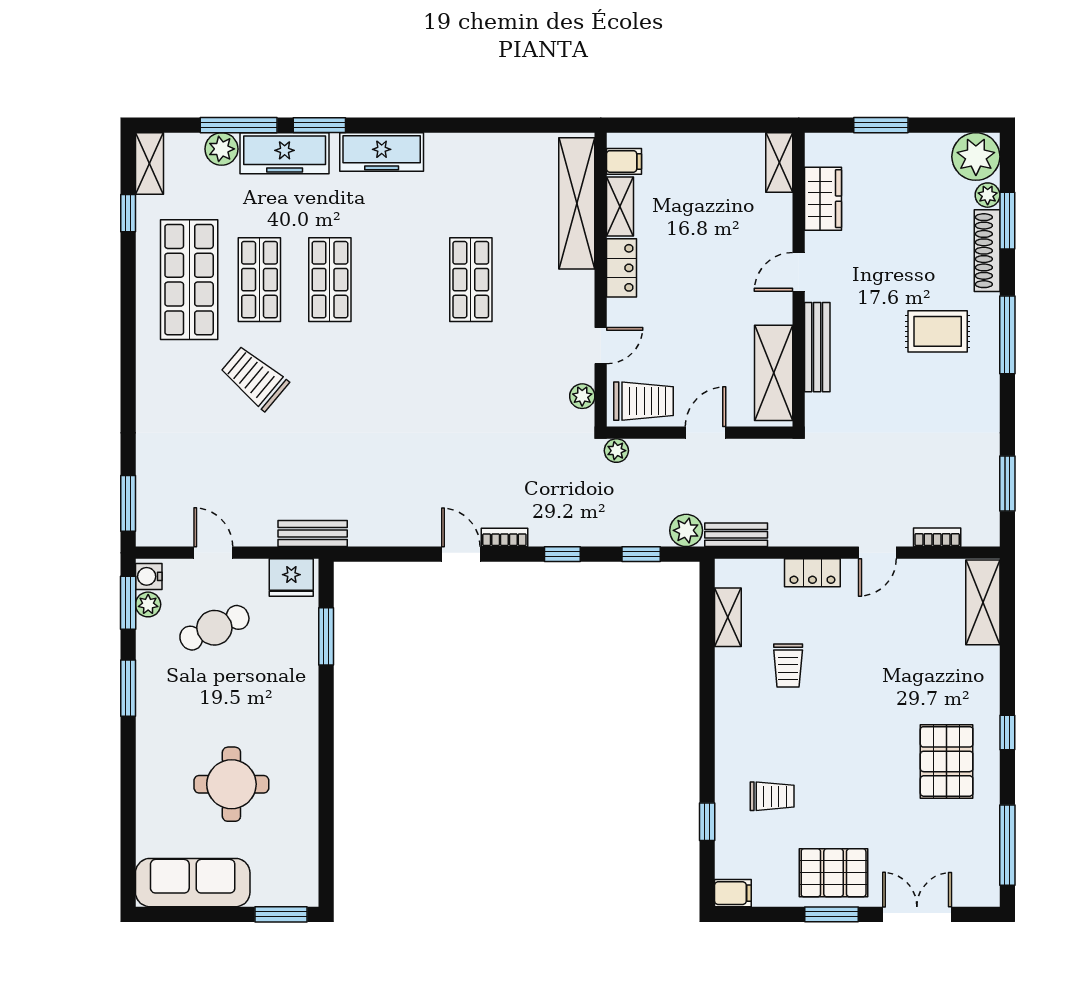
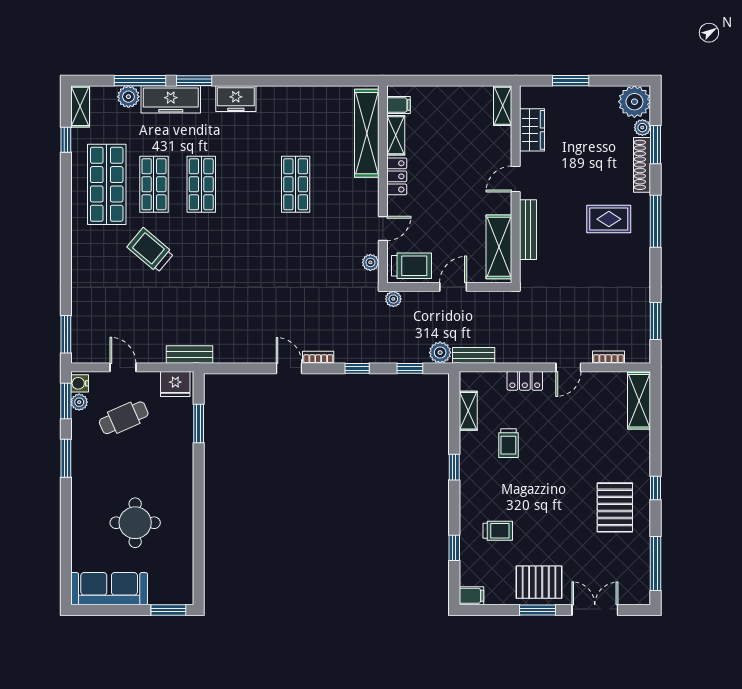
freezer: (382, 152) -> (236, 99), width x0.71
window: (707, 701) -> (454, 467), added

